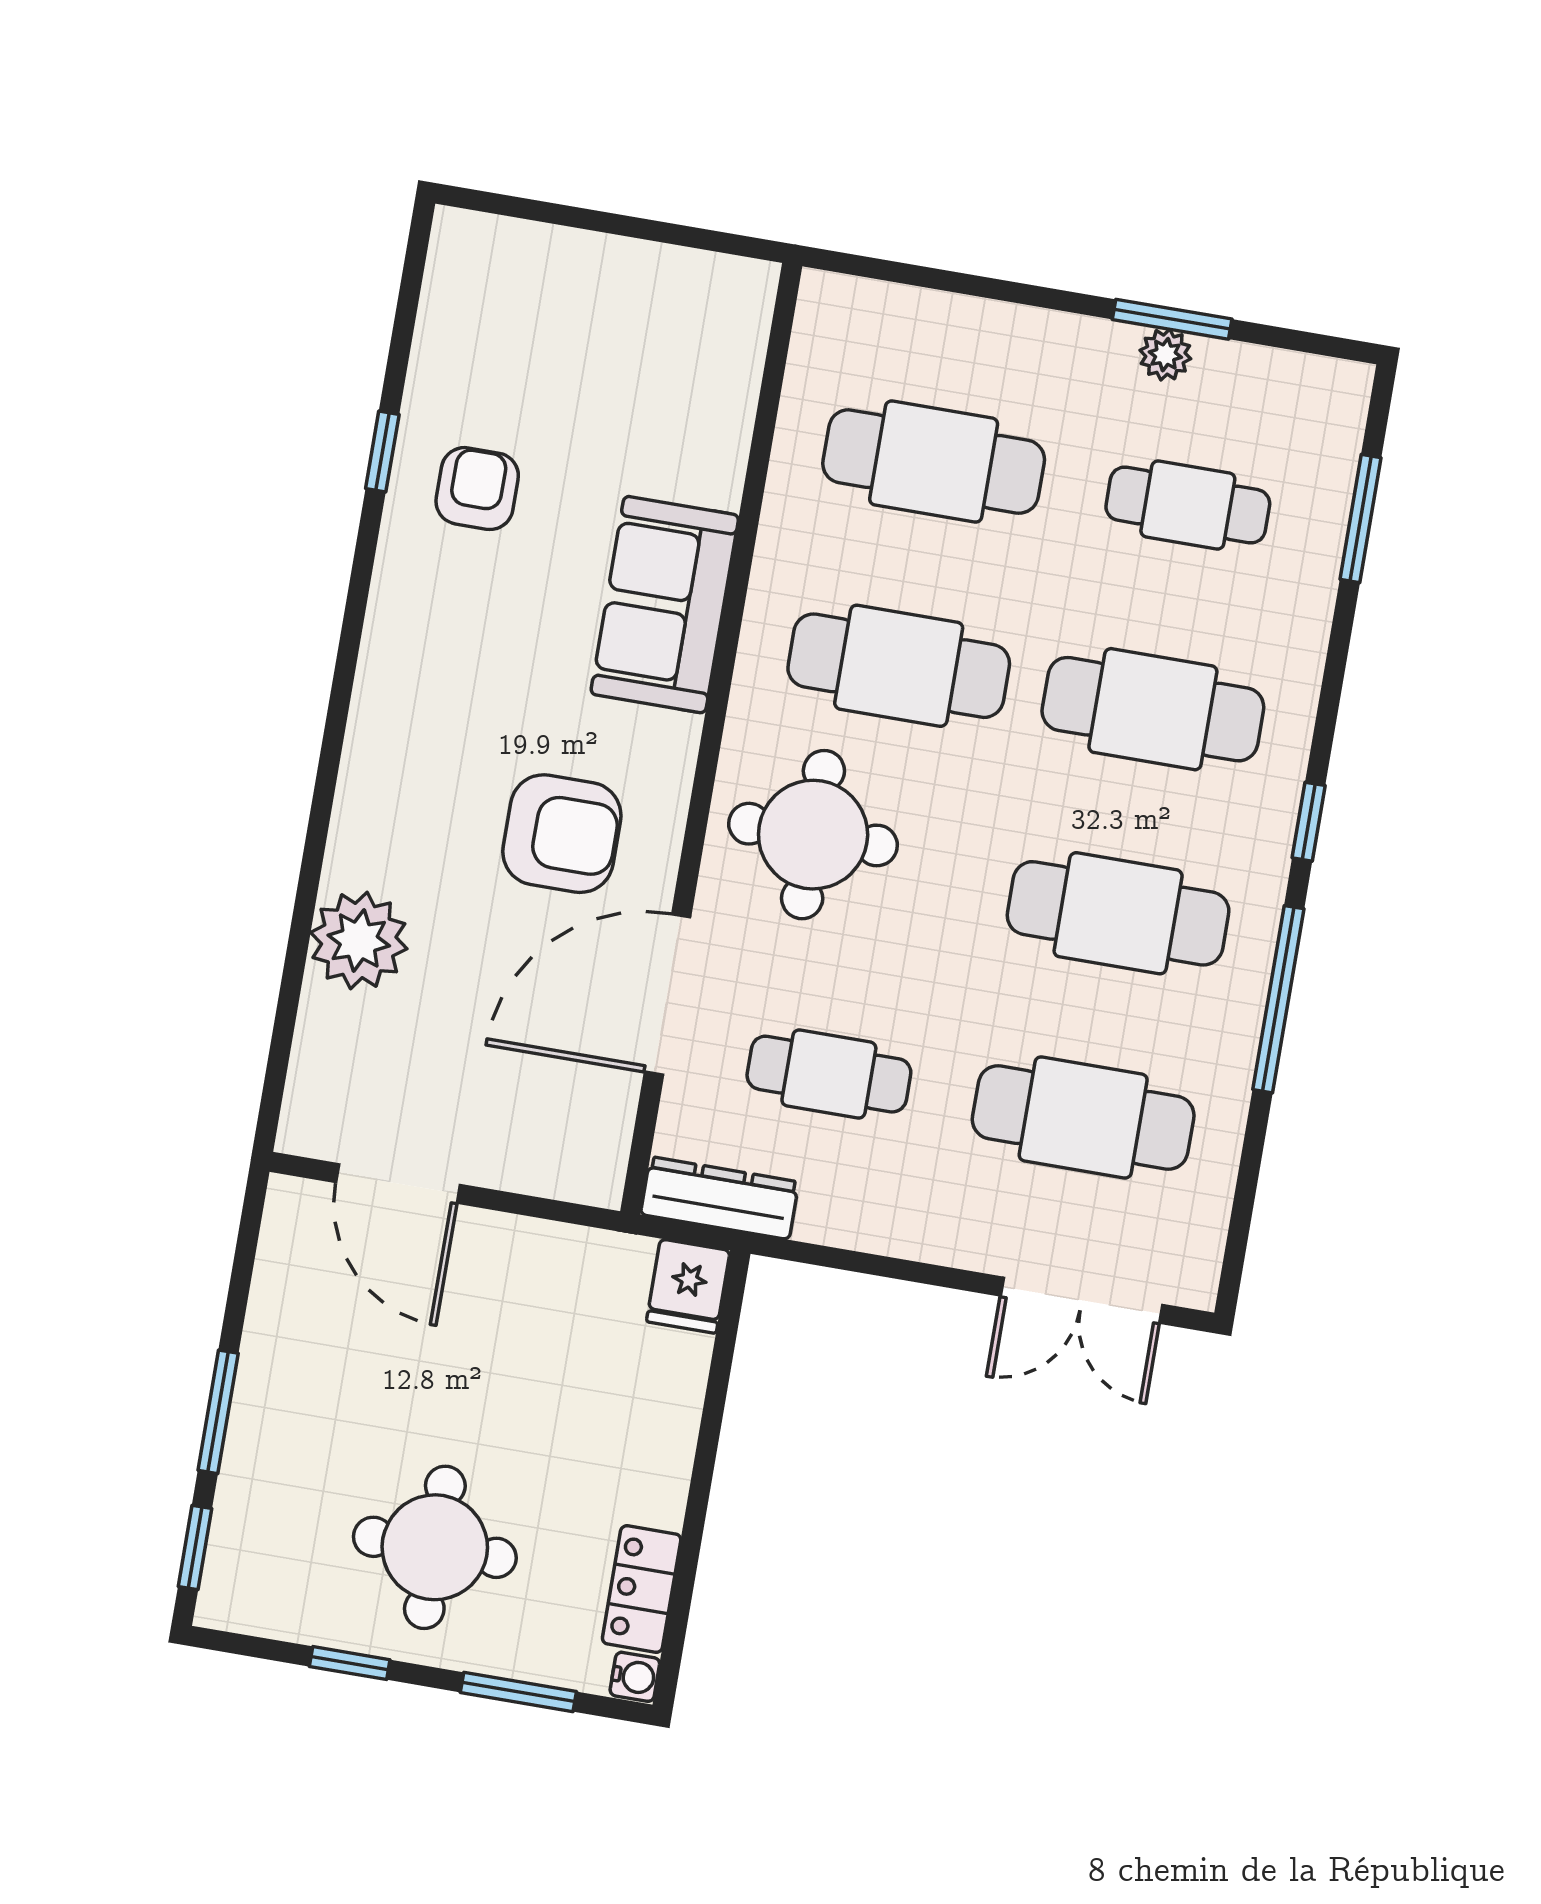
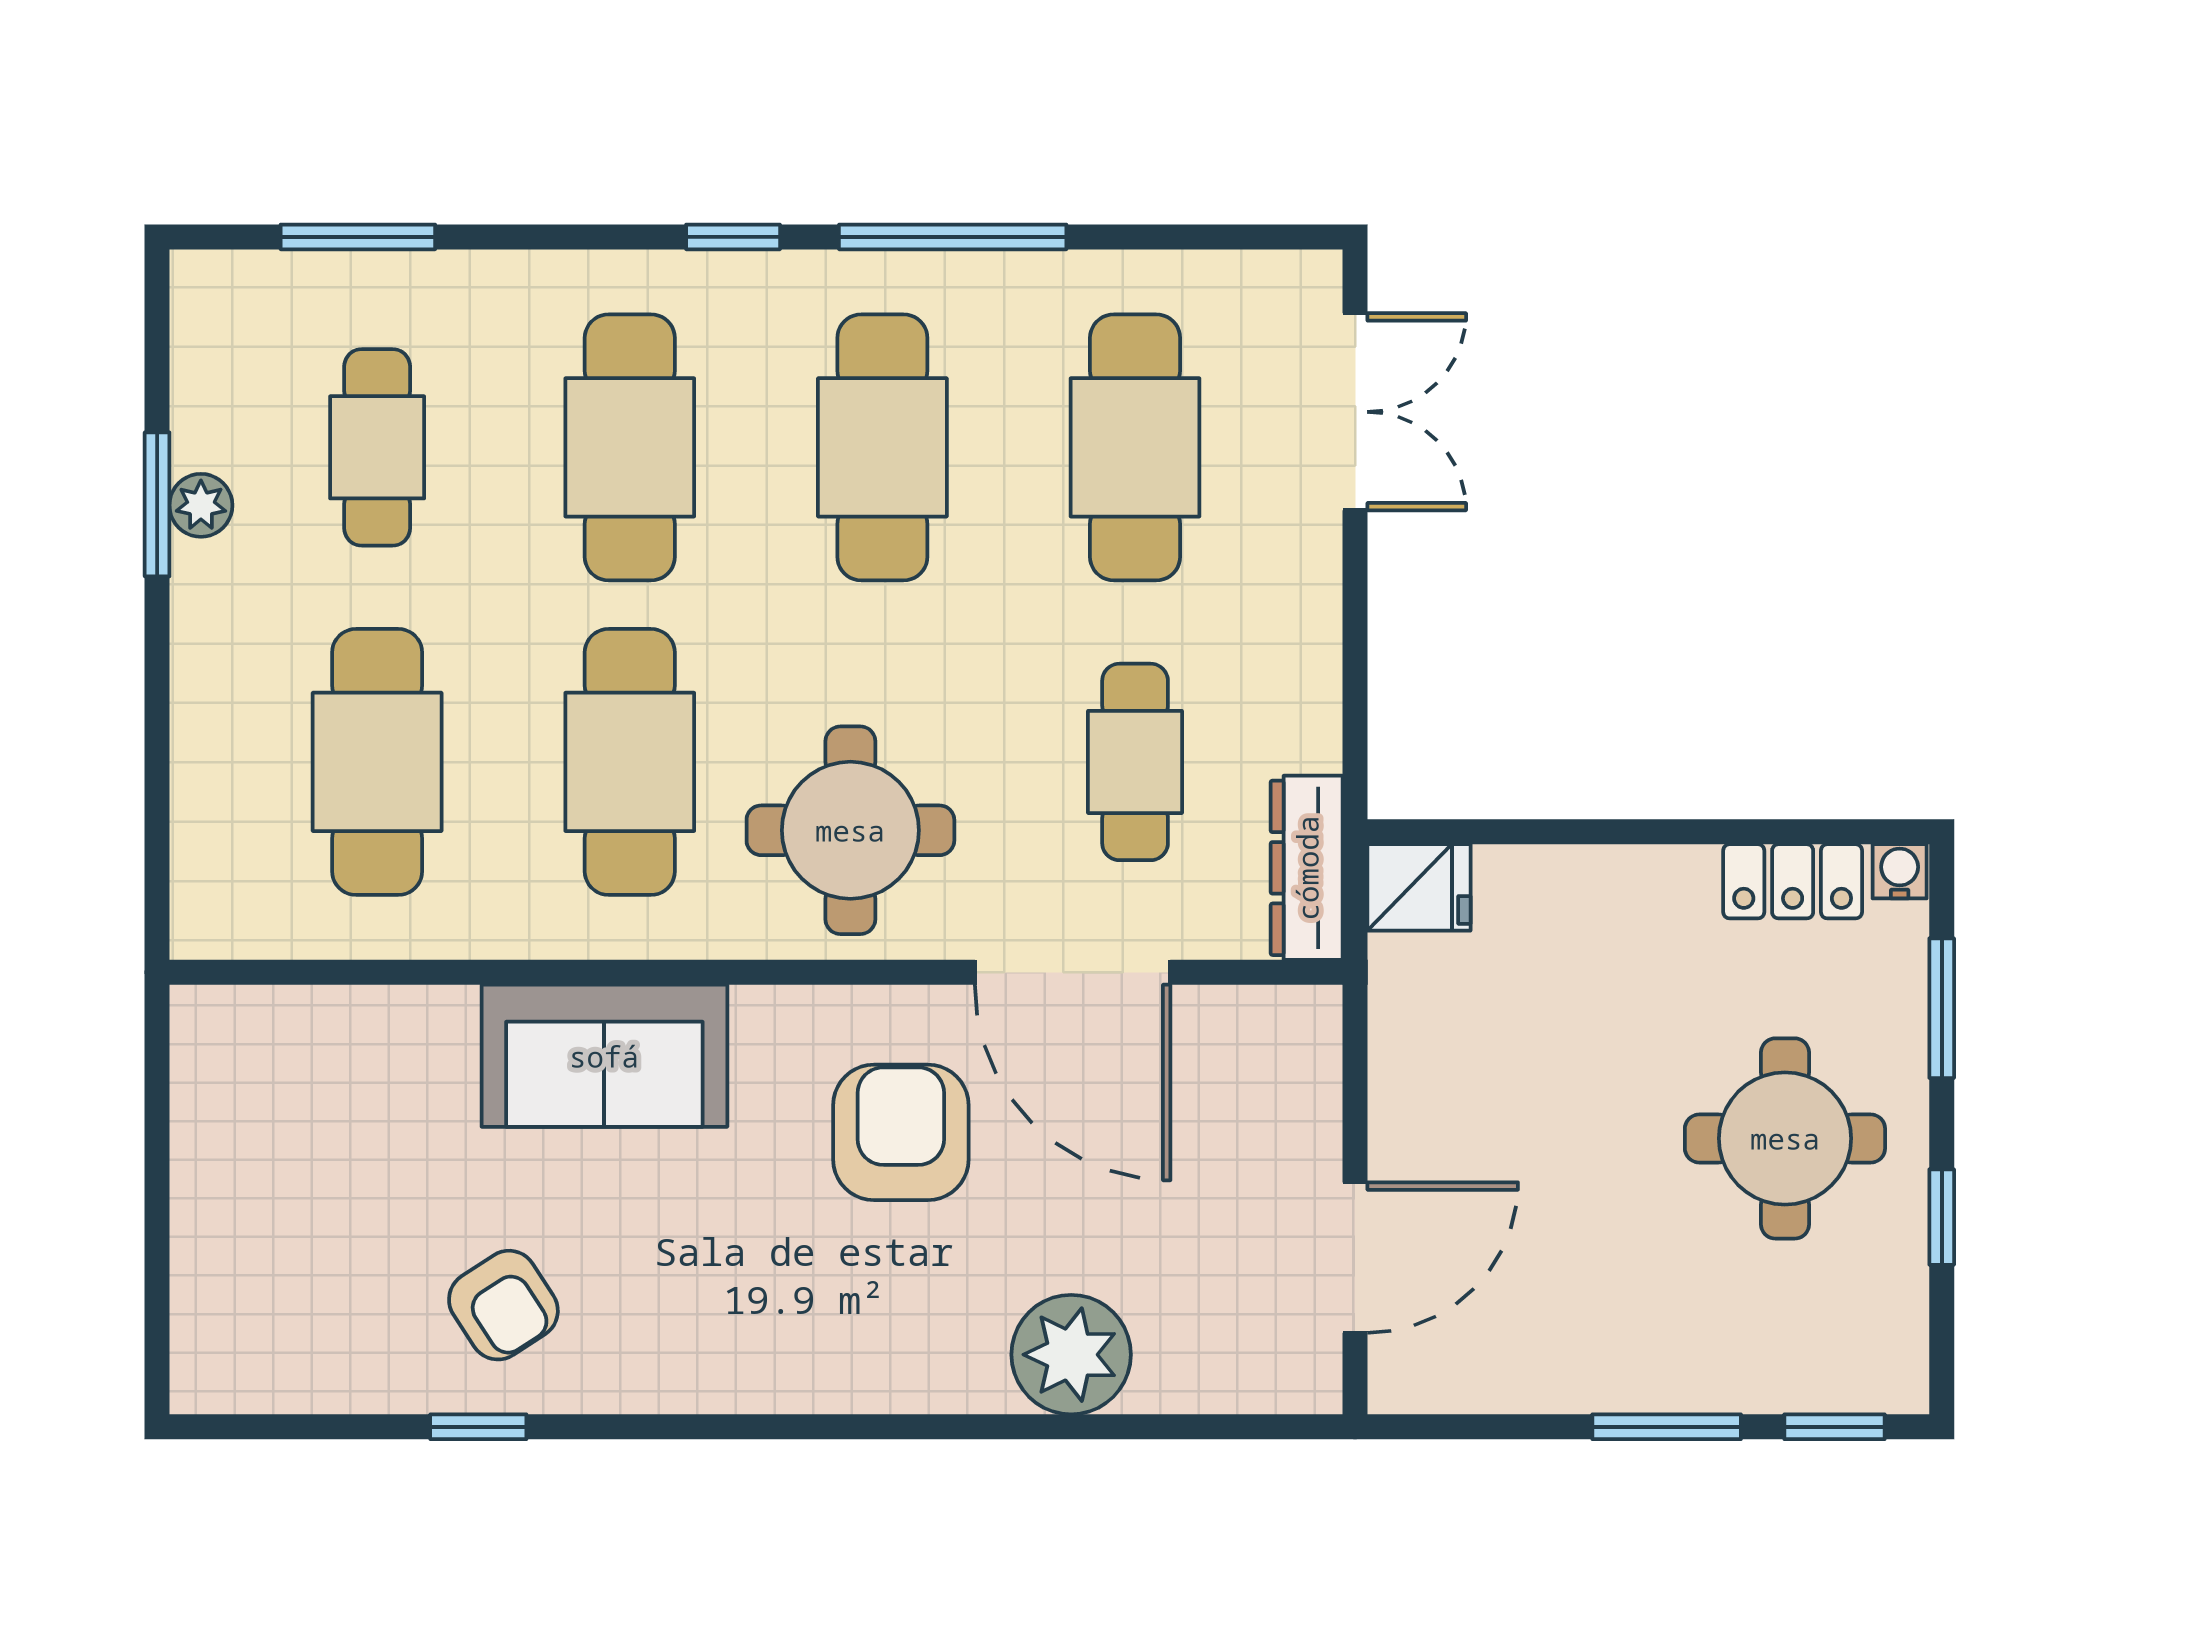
armchair: (477, 489) -> (503, 1305), turned -123

